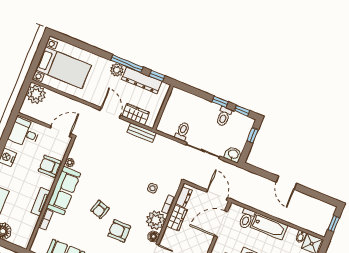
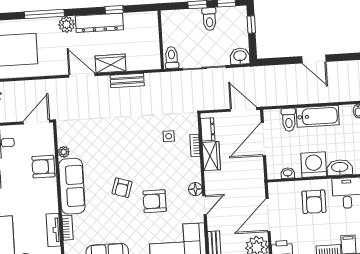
window: (127, 64) -> (44, 14), moved
wall: (163, 107) -> (161, 40), moved
tv unit: (41, 202) -> (53, 230), moved
plant: (156, 220) -> (189, 170), removed

